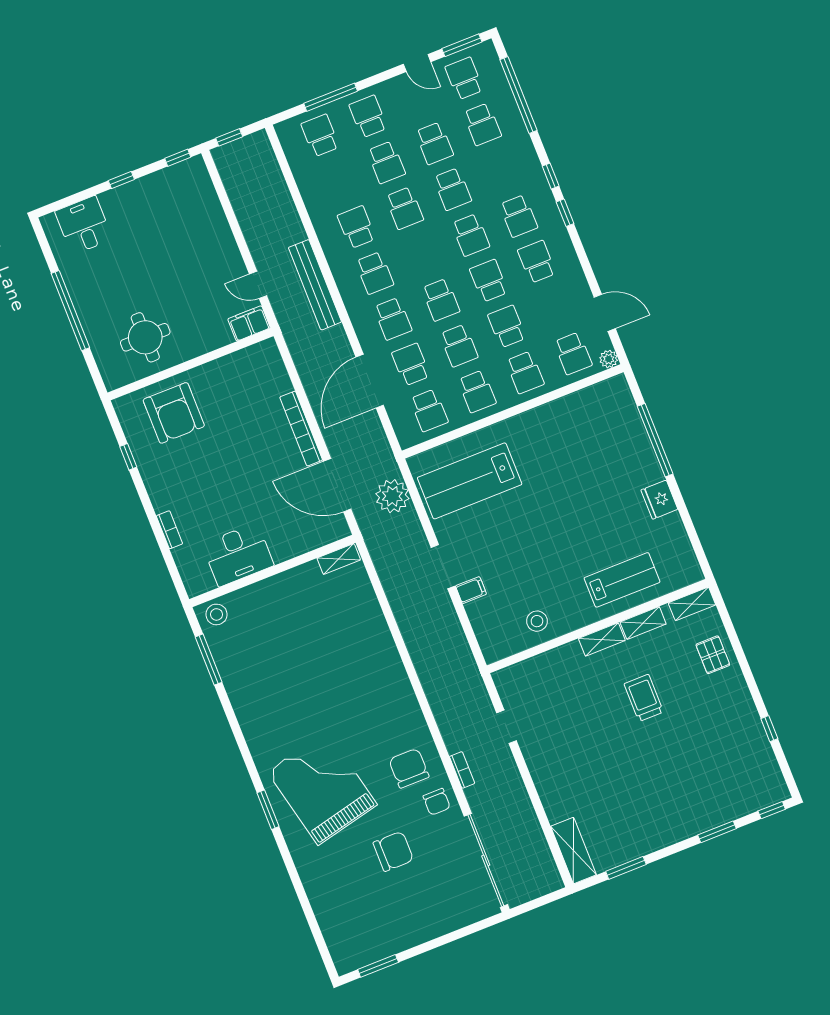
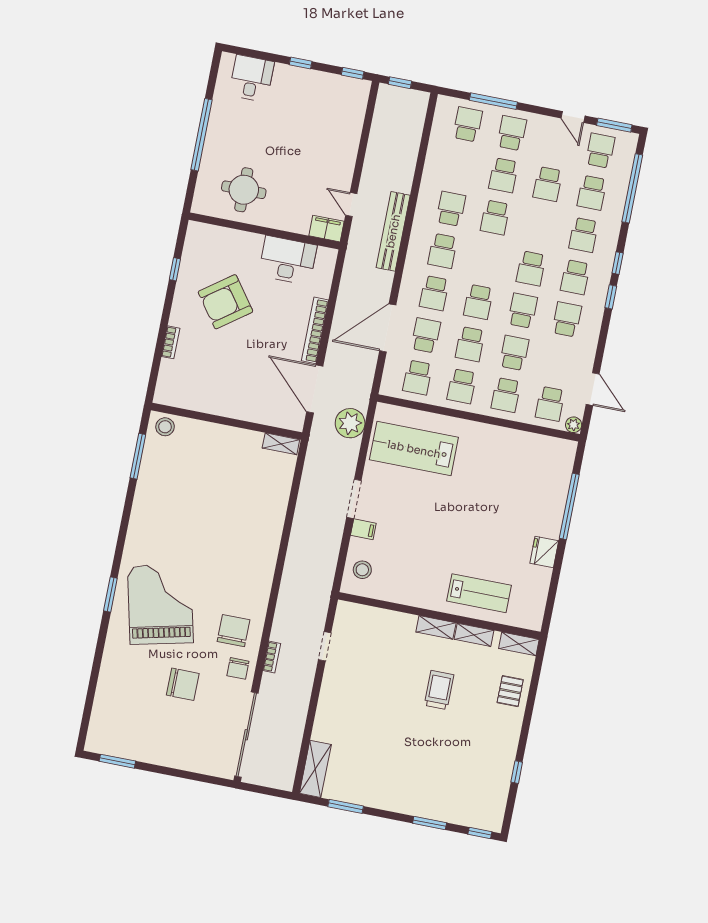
school desk: (452, 189) -> (584, 235), moved
armchair: (174, 413) -> (225, 302), moved, turned 54
desk: (238, 555) -> (288, 260), moved, turned 180
stool: (537, 621) -> (362, 570), moved

